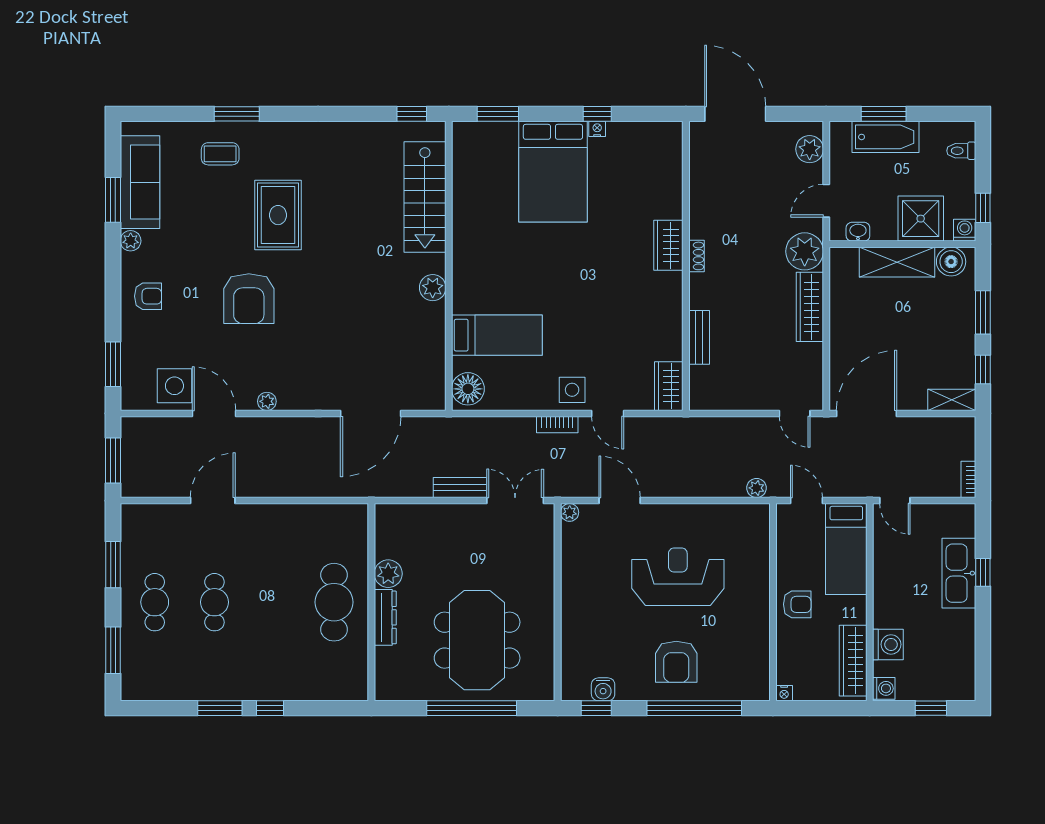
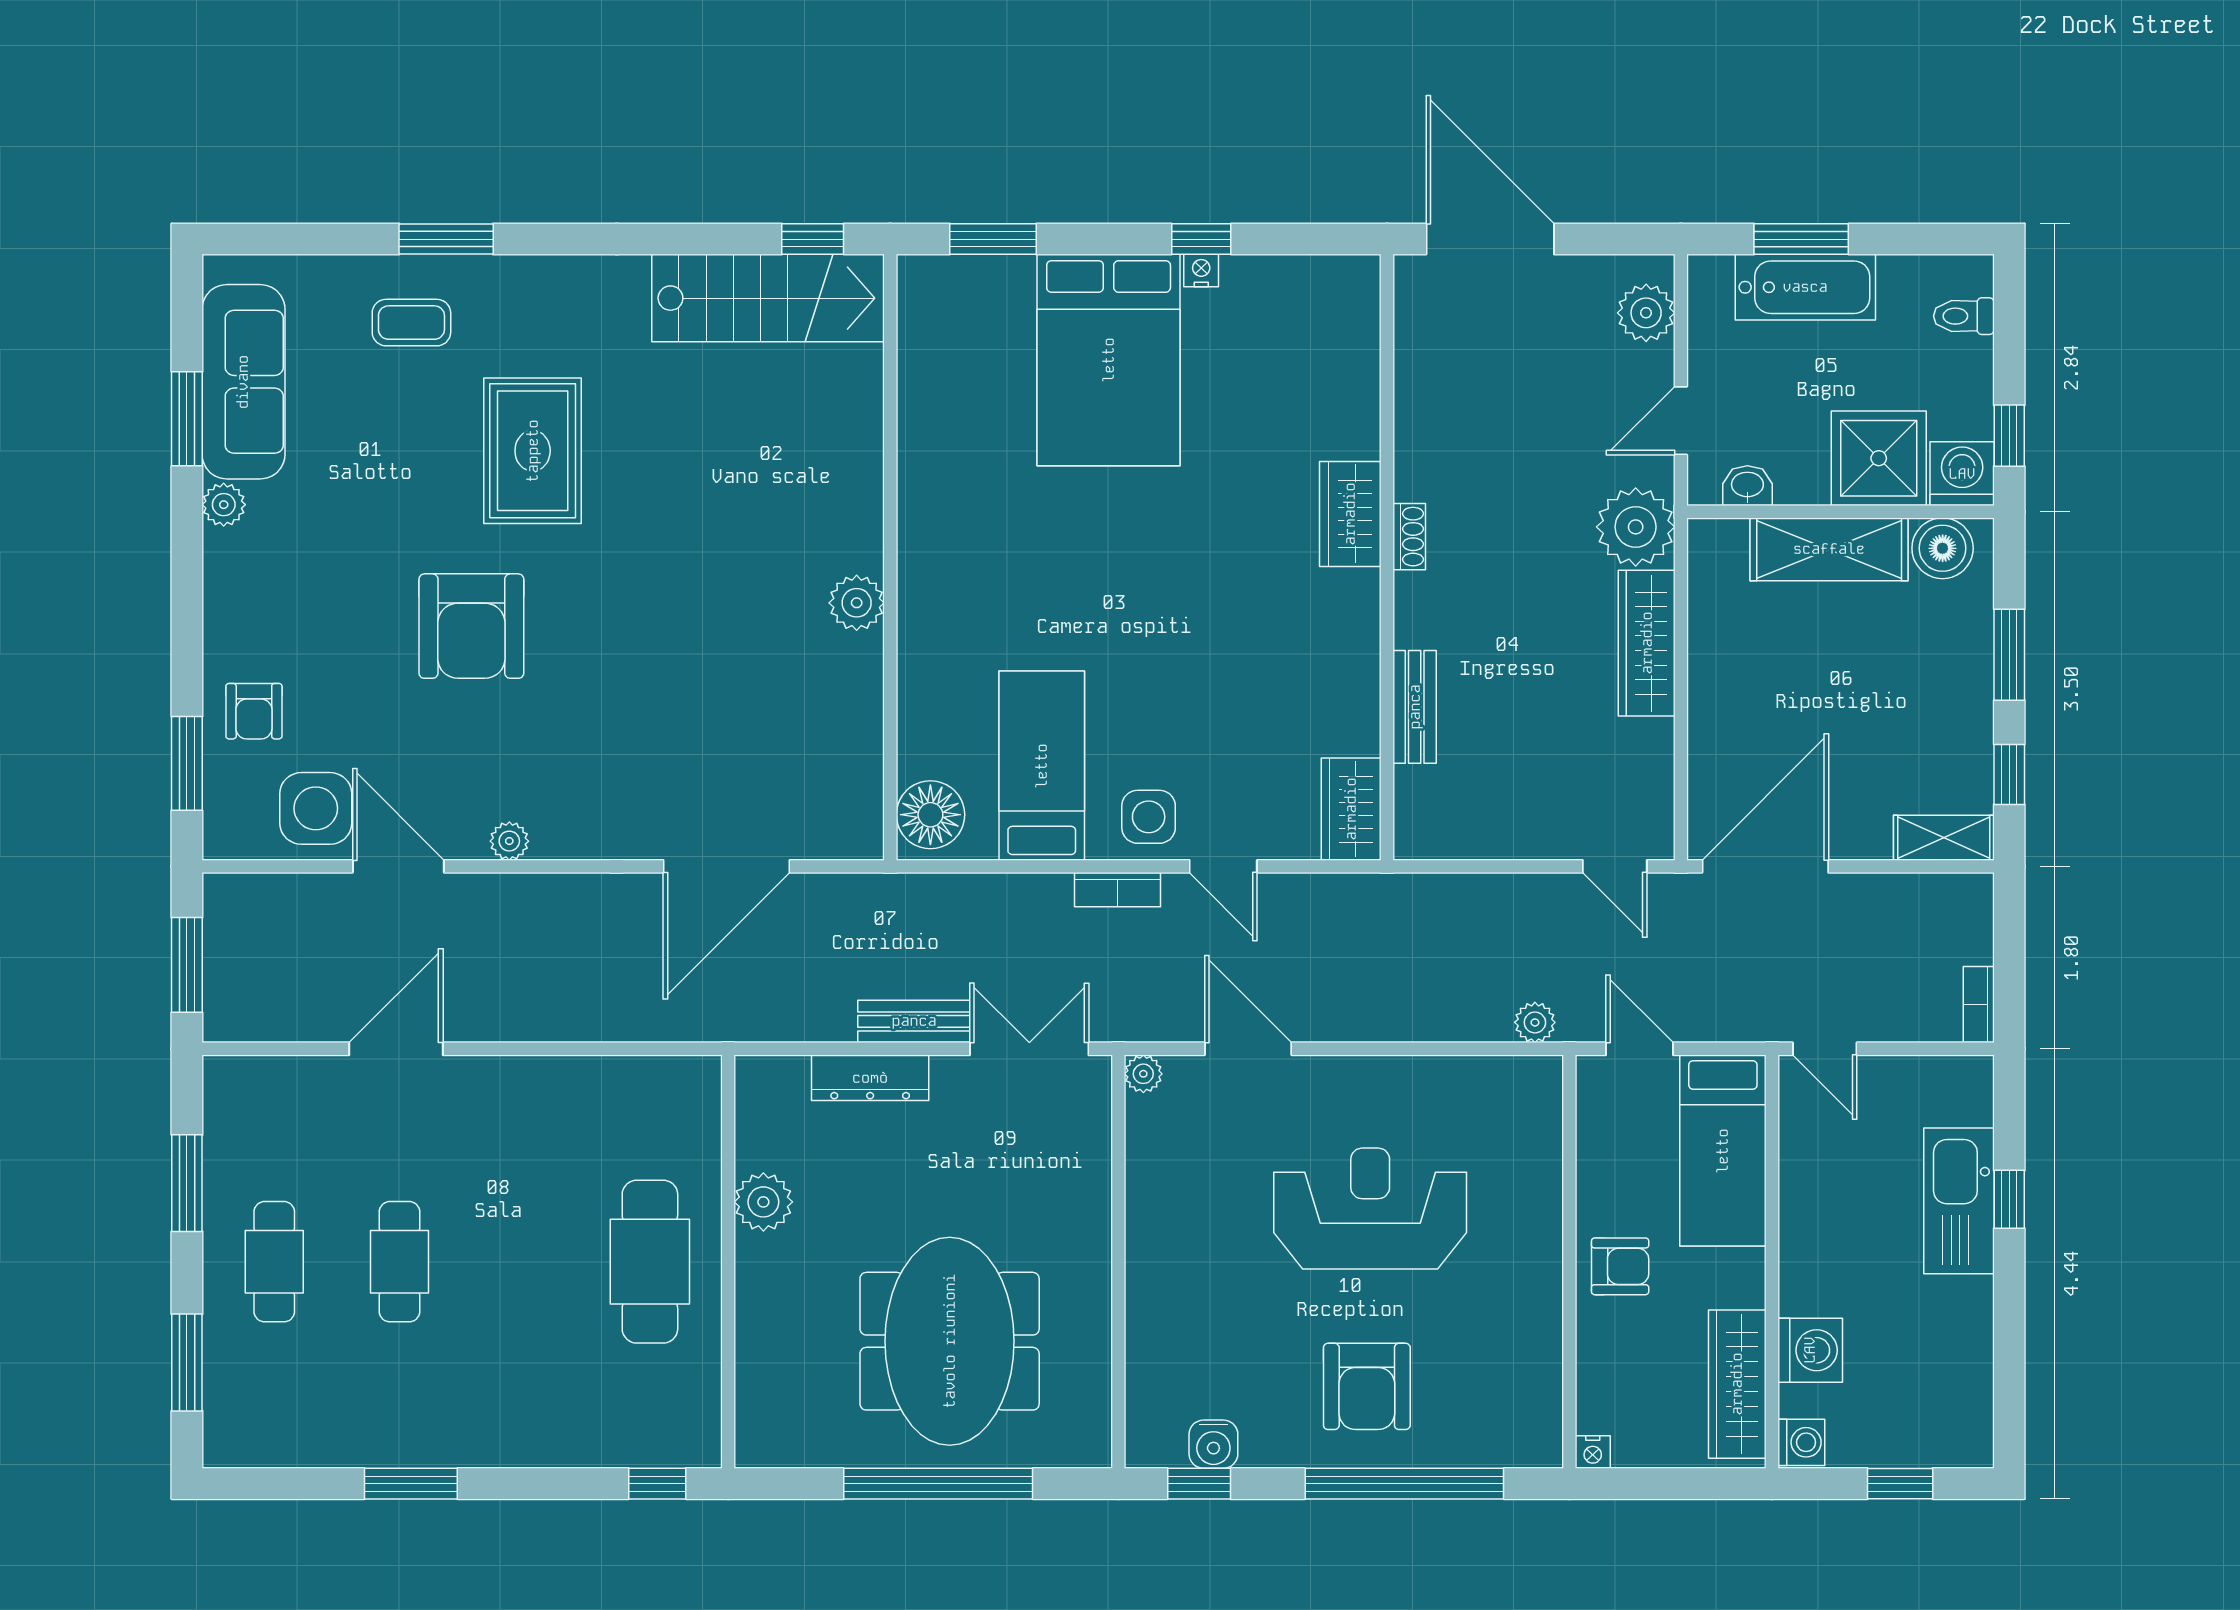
stairs: (425, 197) -> (768, 298), moved, turned -90
washing machine: (965, 230) -> (1962, 474), width x1.38, depth x1.38
armchair: (148, 296) -> (254, 711), moved, turned 90
bed: (497, 335) -> (1042, 766), moved, turned -90
dresser: (385, 617) -> (870, 1078), moved, turned 90
window: (270, 708) -> (657, 1484), moved

